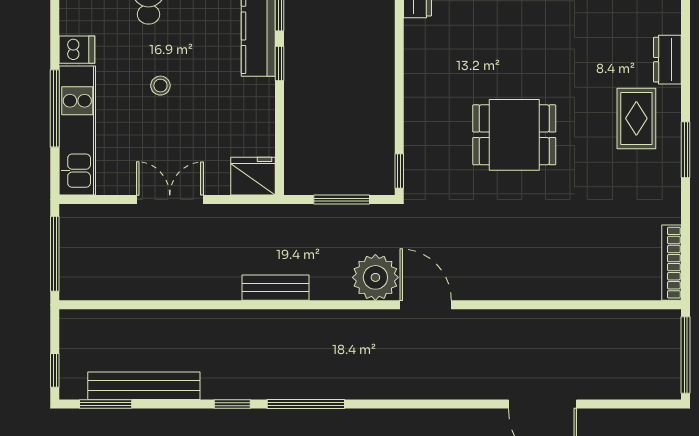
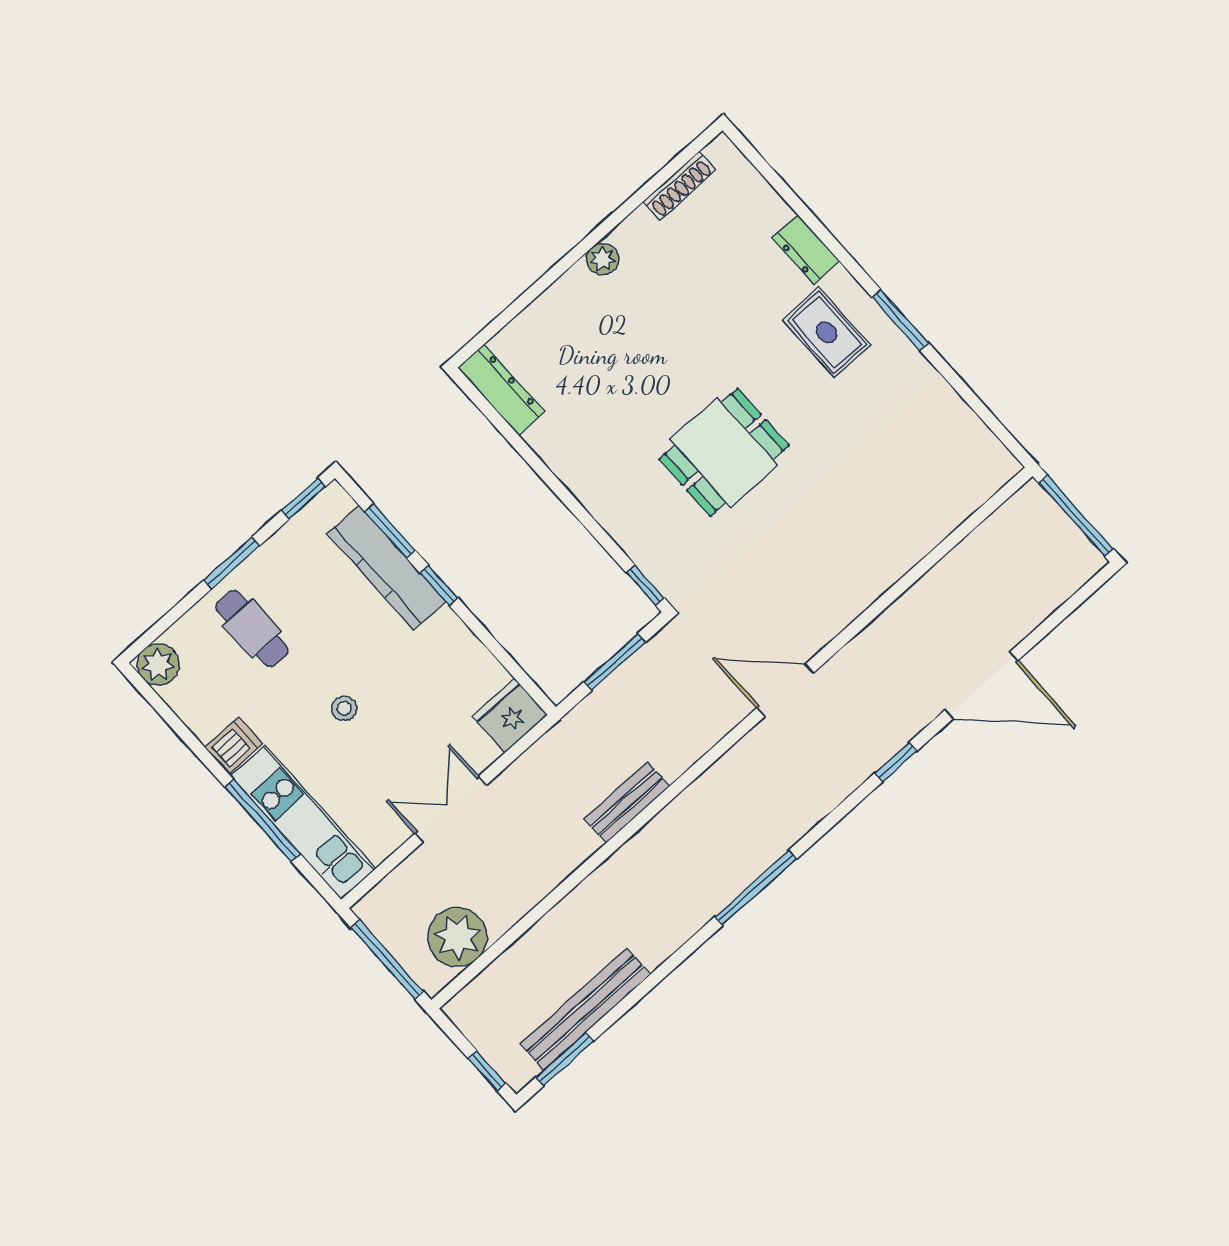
bookcase: (672, 263) -> (984, 440), removed
plant: (375, 277) -> (457, 937), moved
window: (232, 404) -> (896, 762), moved

